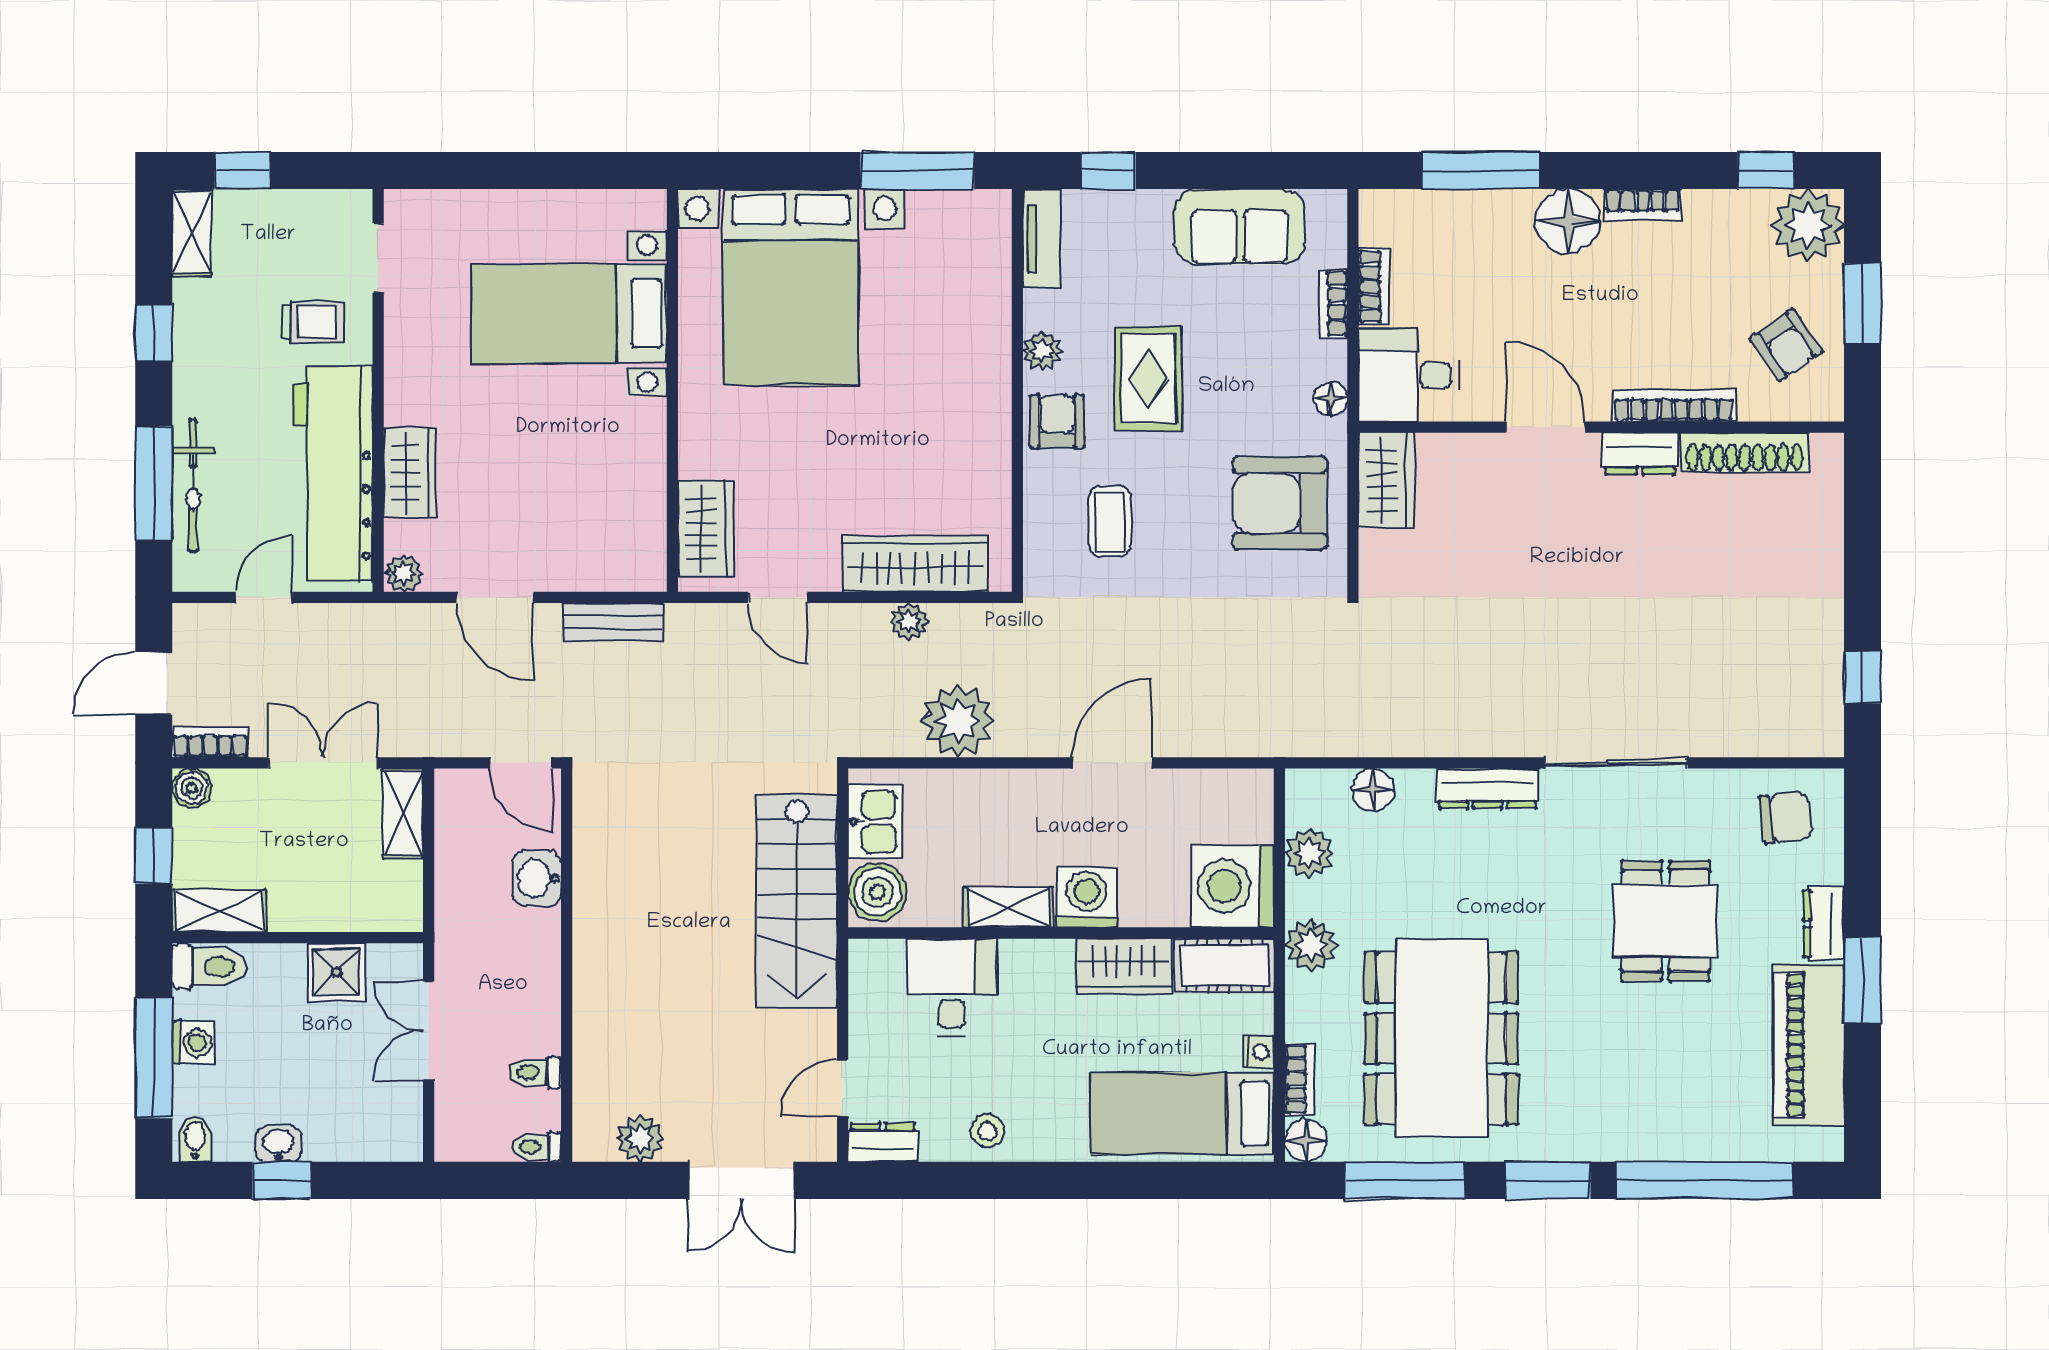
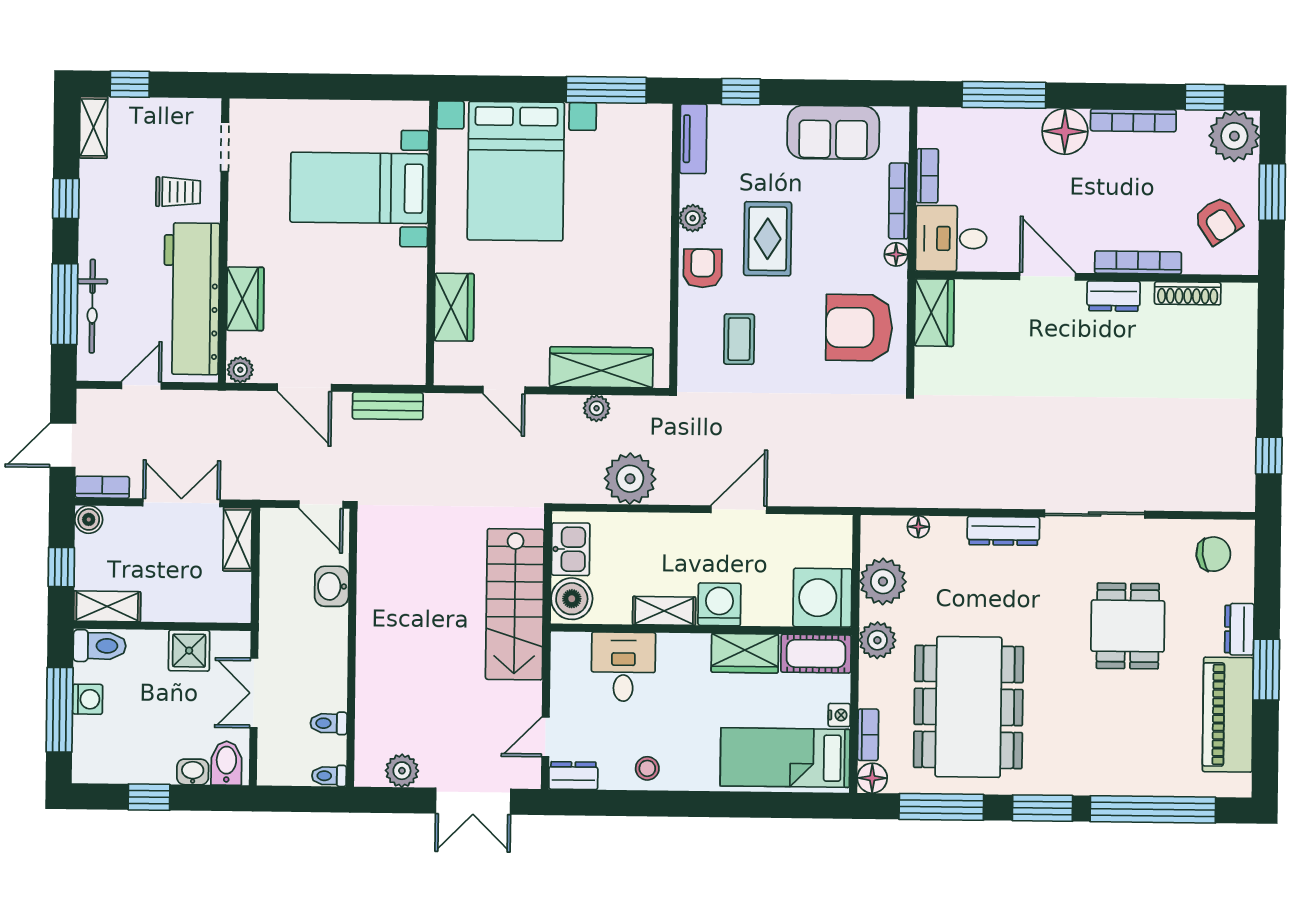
bookcase: (1643, 204) -> (1133, 120), width x1.56
bookcase: (1334, 303) -> (899, 201), width x1.56
shoe rack: (1745, 452) -> (1188, 293), width x0.74, depth x0.81
wardrobe: (706, 529) -> (454, 307), moved
floor lamp: (1373, 790) -> (918, 527), width x0.73, depth x0.73
plant: (1309, 853) -> (883, 581), width x1.36, depth x1.36
bidet: (195, 1139) -> (226, 763), moved, width x1.38, depth x1.36
washbasin: (278, 1144) -> (193, 772), moved

